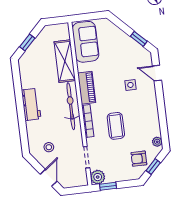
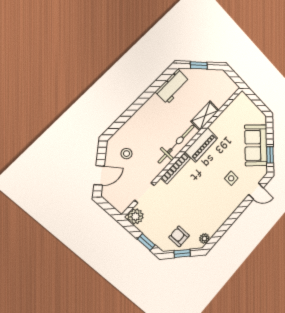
sofa: (86, 42) -> (256, 145), moved, turned 135
shelving: (65, 61) -> (205, 116), width x0.67, depth x0.75
door: (157, 73) -> (256, 191), swing flipped
workbench: (31, 104) -> (173, 87), moved
coffee table: (116, 126) -> (190, 195), removed
window: (108, 186) -> (146, 242), moved

